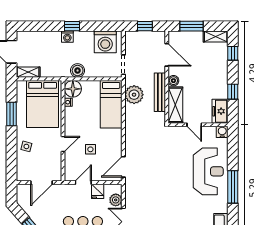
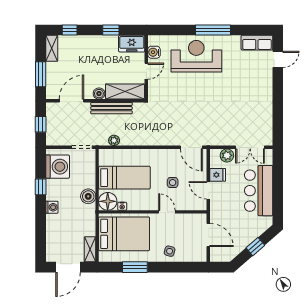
window: (72, 26) -> (41, 187), moved
plant: (134, 95) -> (114, 140), width x0.53, depth x0.53
bed: (111, 104) -> (124, 178), moved
water cooler: (222, 132) -> (154, 52), moved

